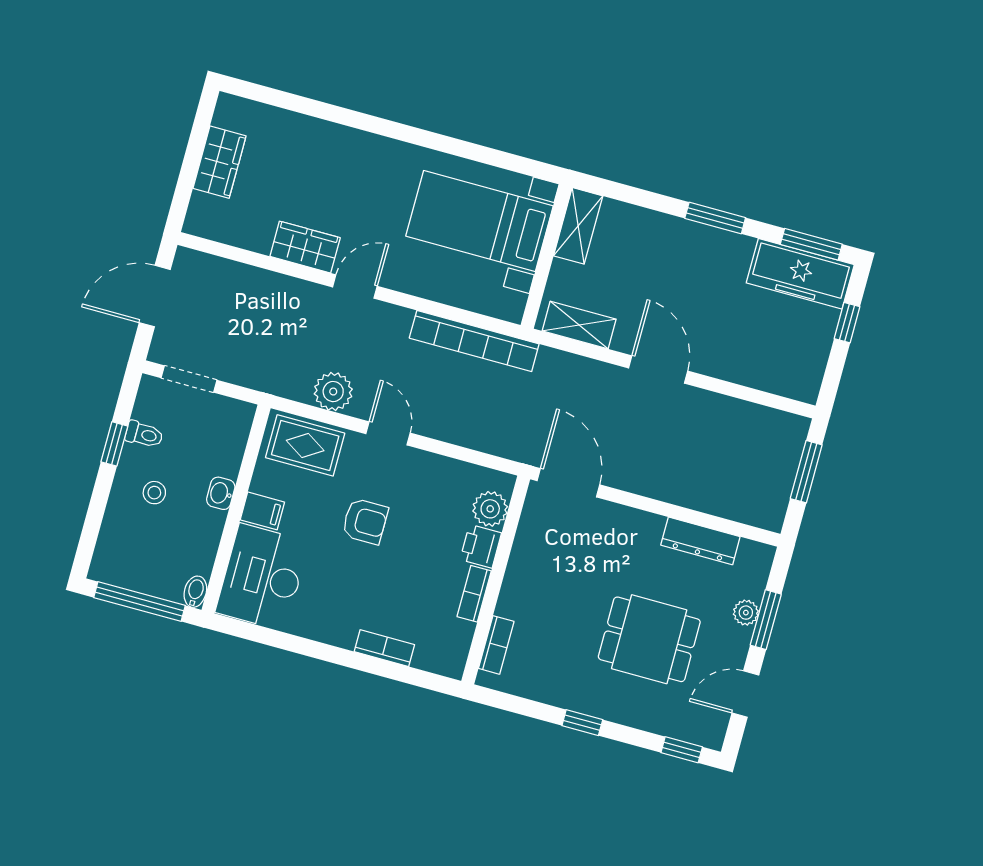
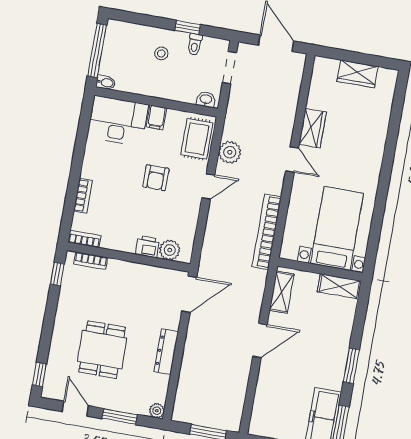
washbasin: (221, 493) -> (206, 99), moved
dresser: (700, 541) -> (166, 351), moved
bookcase: (474, 594) -> (85, 239), moved
plant: (746, 613) -> (157, 411), moved
window: (582, 723) -> (57, 274), moved

